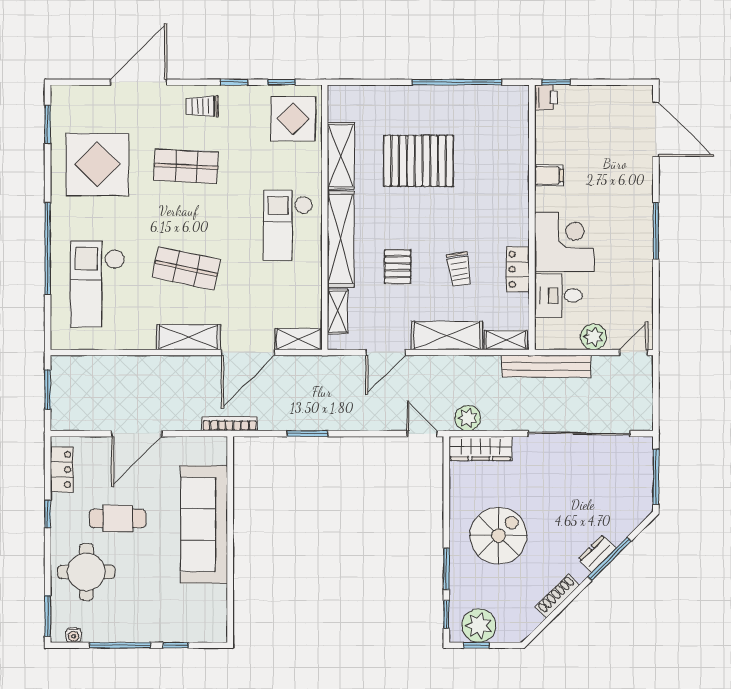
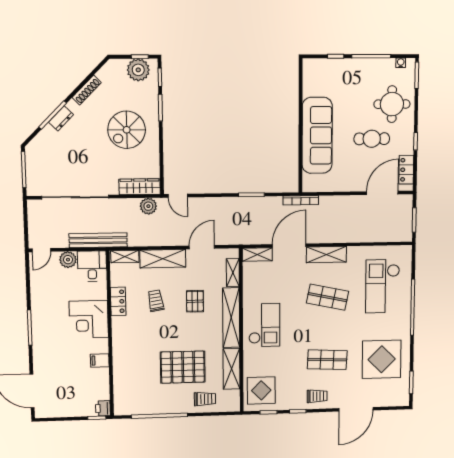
trolley: (384, 107) -> (205, 399), added
checkout: (97, 284) -> (383, 286), turned 180
desk: (558, 295) -> (92, 266), moved, turned -90
door: (137, 434) -> (382, 193), moved

